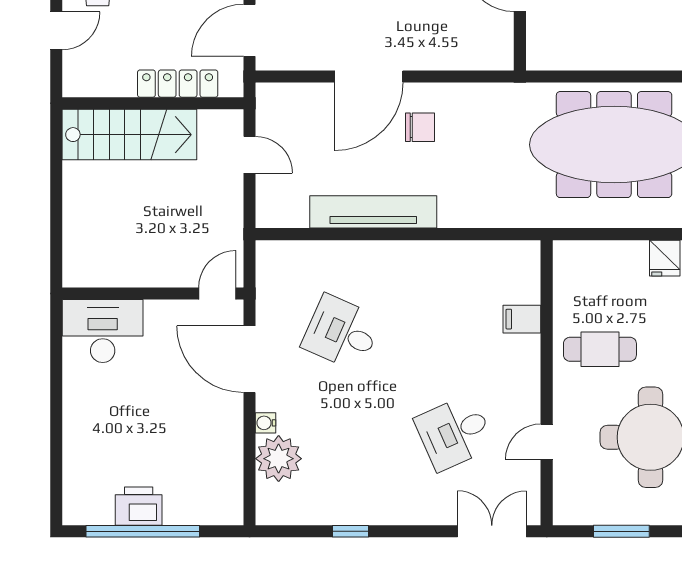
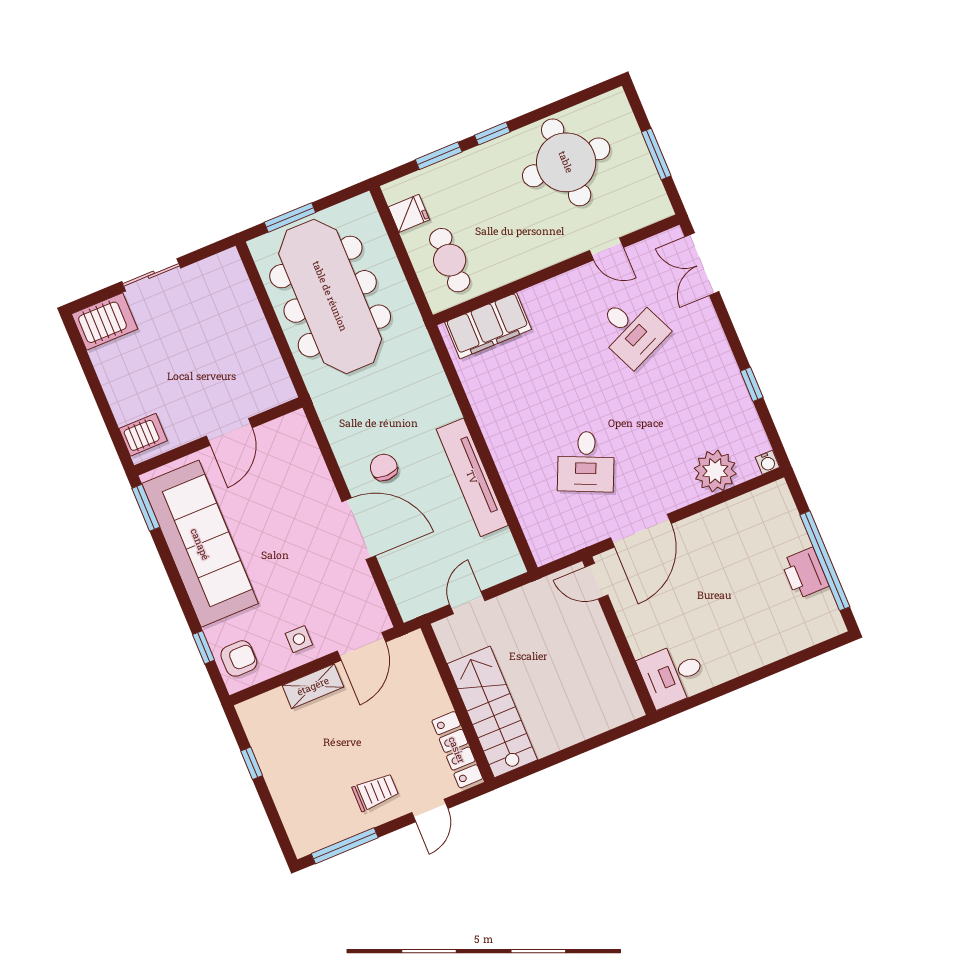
door: (249, 30) -> (362, 646), hinge flipped
door: (56, 31) -> (430, 810), swing flipped
locker: (178, 84) -> (457, 750), moved
filing cabinet: (522, 319) -> (488, 326), width x3.00, depth x1.17
desk: (103, 331) -> (673, 675), width x0.73
cafe table: (600, 349) -> (450, 260), moved
water cooler: (266, 423) -> (767, 462), moved

